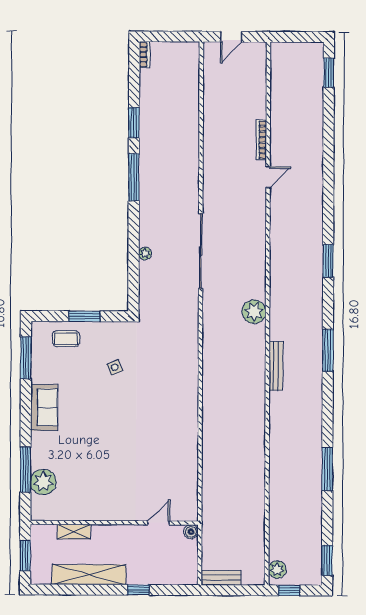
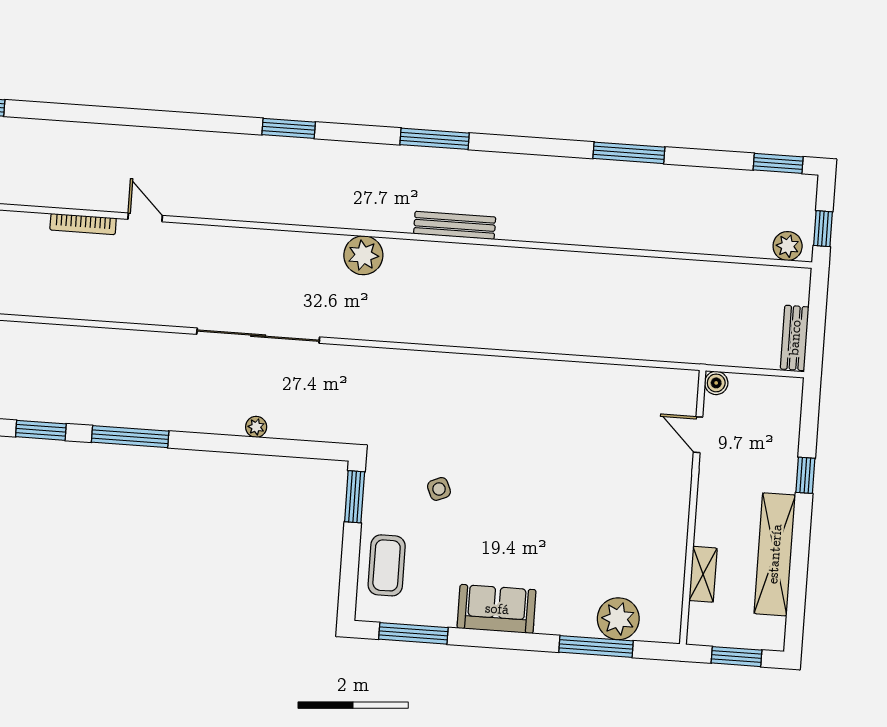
window: (85, 316) -> (355, 497), moved
coffee table: (66, 339) -> (387, 565), width x1.36, depth x1.30

